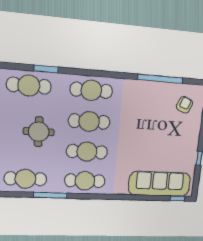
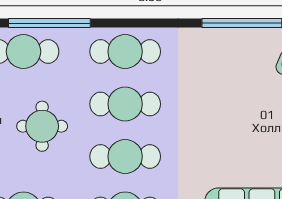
window: (46, 69) -> (49, 23), width x2.11

